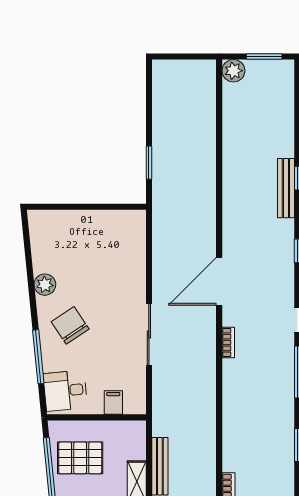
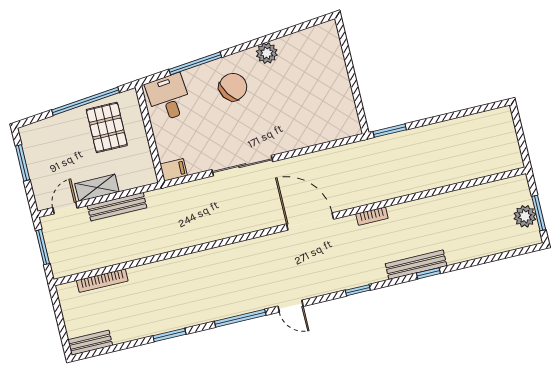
plant: (233, 71) -> (525, 216), moved
window: (149, 163) -> (390, 131), moved
bookcase: (228, 342) -> (372, 216), moved
filing cabinet: (113, 402) -> (174, 170), moved

